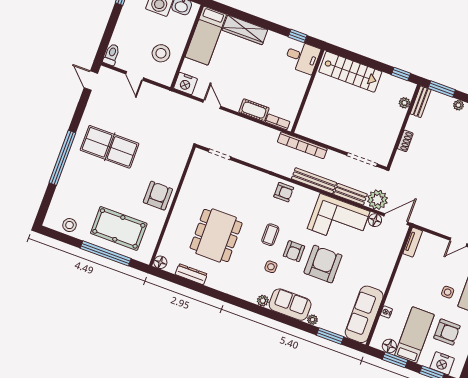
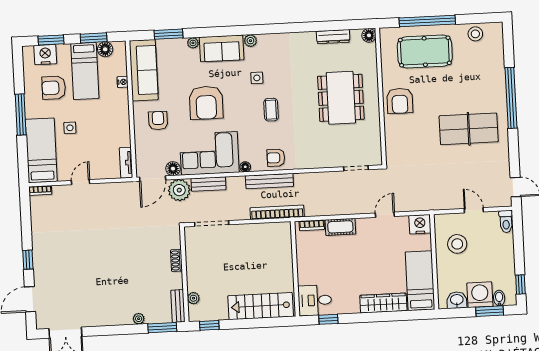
door: (212, 104) -> (385, 215), swing flipped
bench: (314, 181) -> (269, 181), moved
floor lamp: (313, 196) -> (245, 167), added
dining table: (216, 235) -> (341, 98), moved
armchair: (294, 251) -> (158, 121), moved

